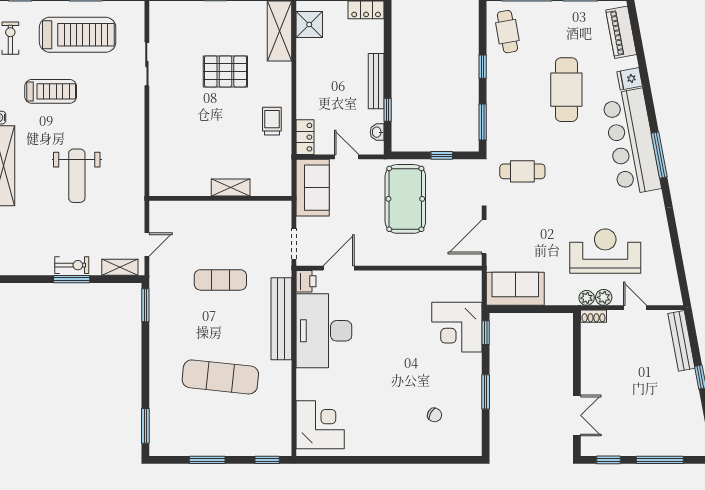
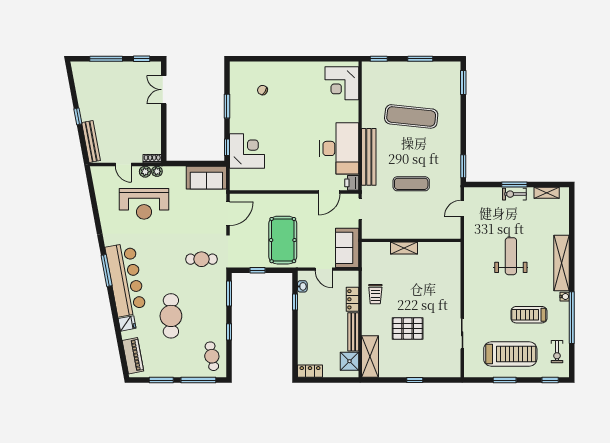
treadmill: (78, 35) -> (510, 354), turned 180
bench: (376, 81) -> (353, 332), moved
locker: (305, 137) -> (352, 299), moved
shelving: (120, 267) -> (547, 193), moved

